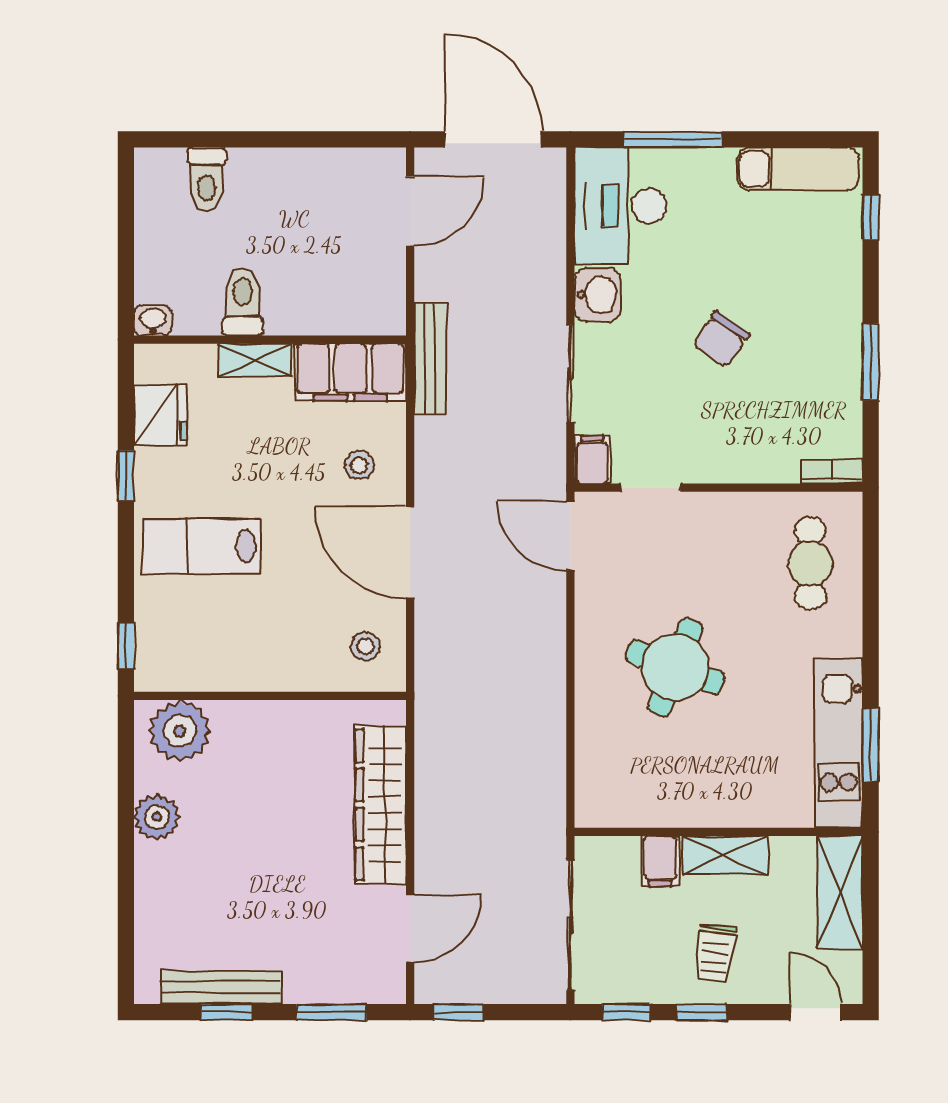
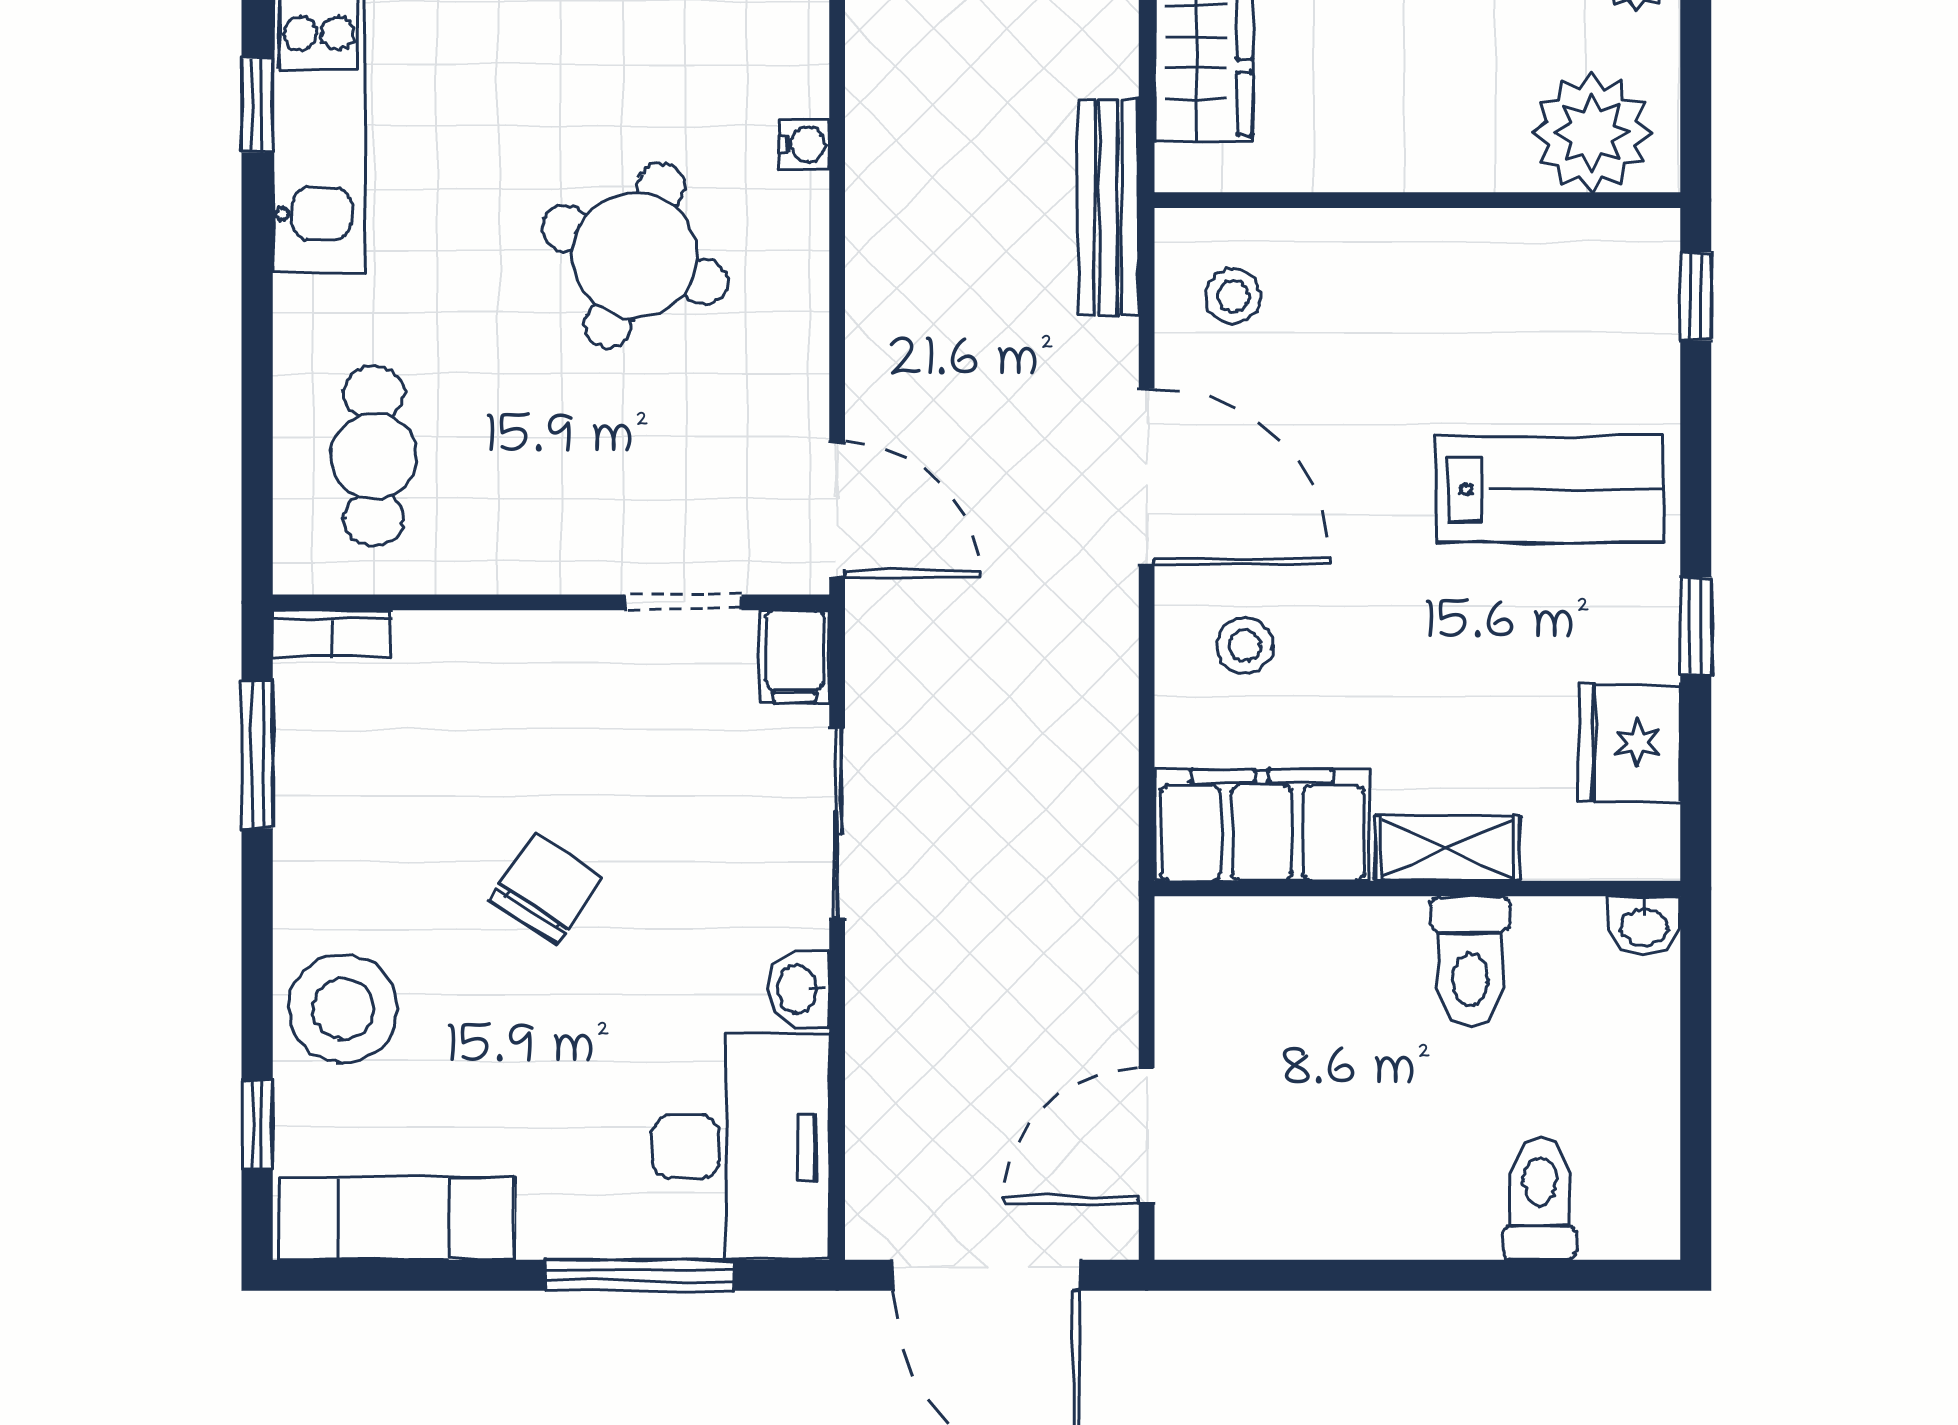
stool: (826, 277) -> (343, 1009), added
washbasin: (597, 295) -> (799, 989), width x0.72, depth x0.69
bench: (430, 359) -> (1109, 208), moved
window: (871, 362) -> (257, 754), moved
water cooler: (587, 725) -> (804, 144), added
window: (871, 745) -> (257, 105), width x0.67

